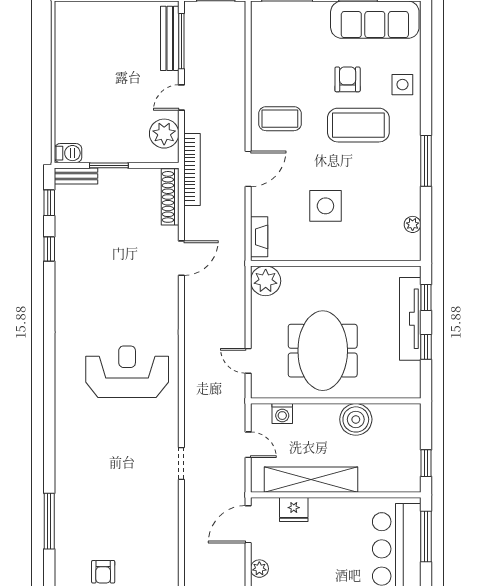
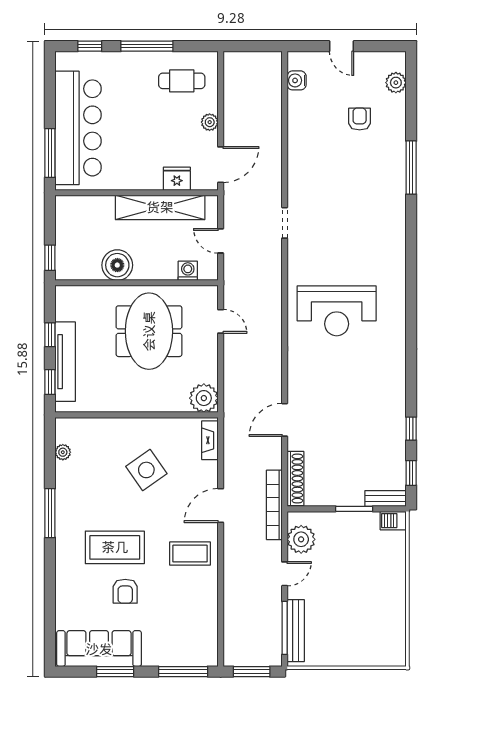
side table: (402, 85) -> (72, 586), removed
side table: (325, 206) -> (146, 470), turned -35
window: (426, 463) -> (50, 258), moved

